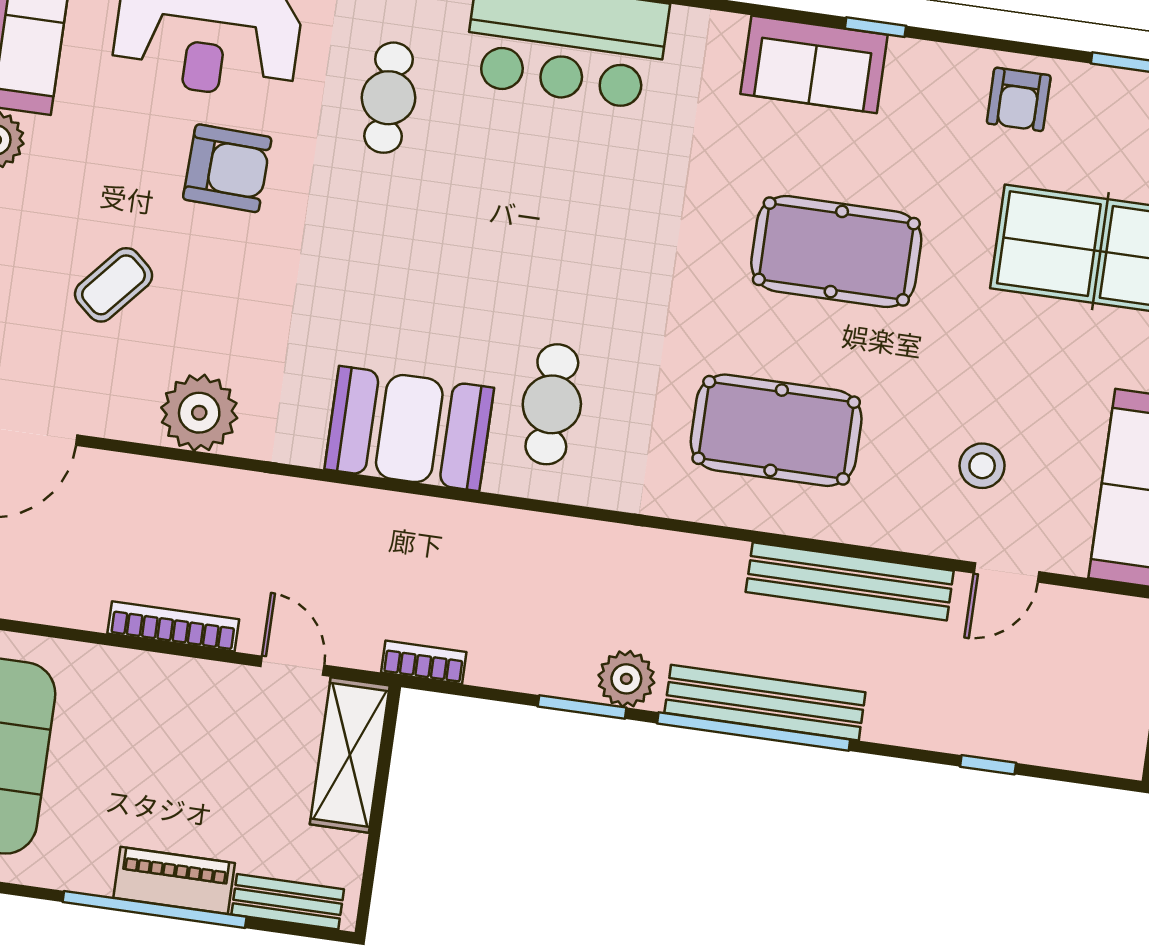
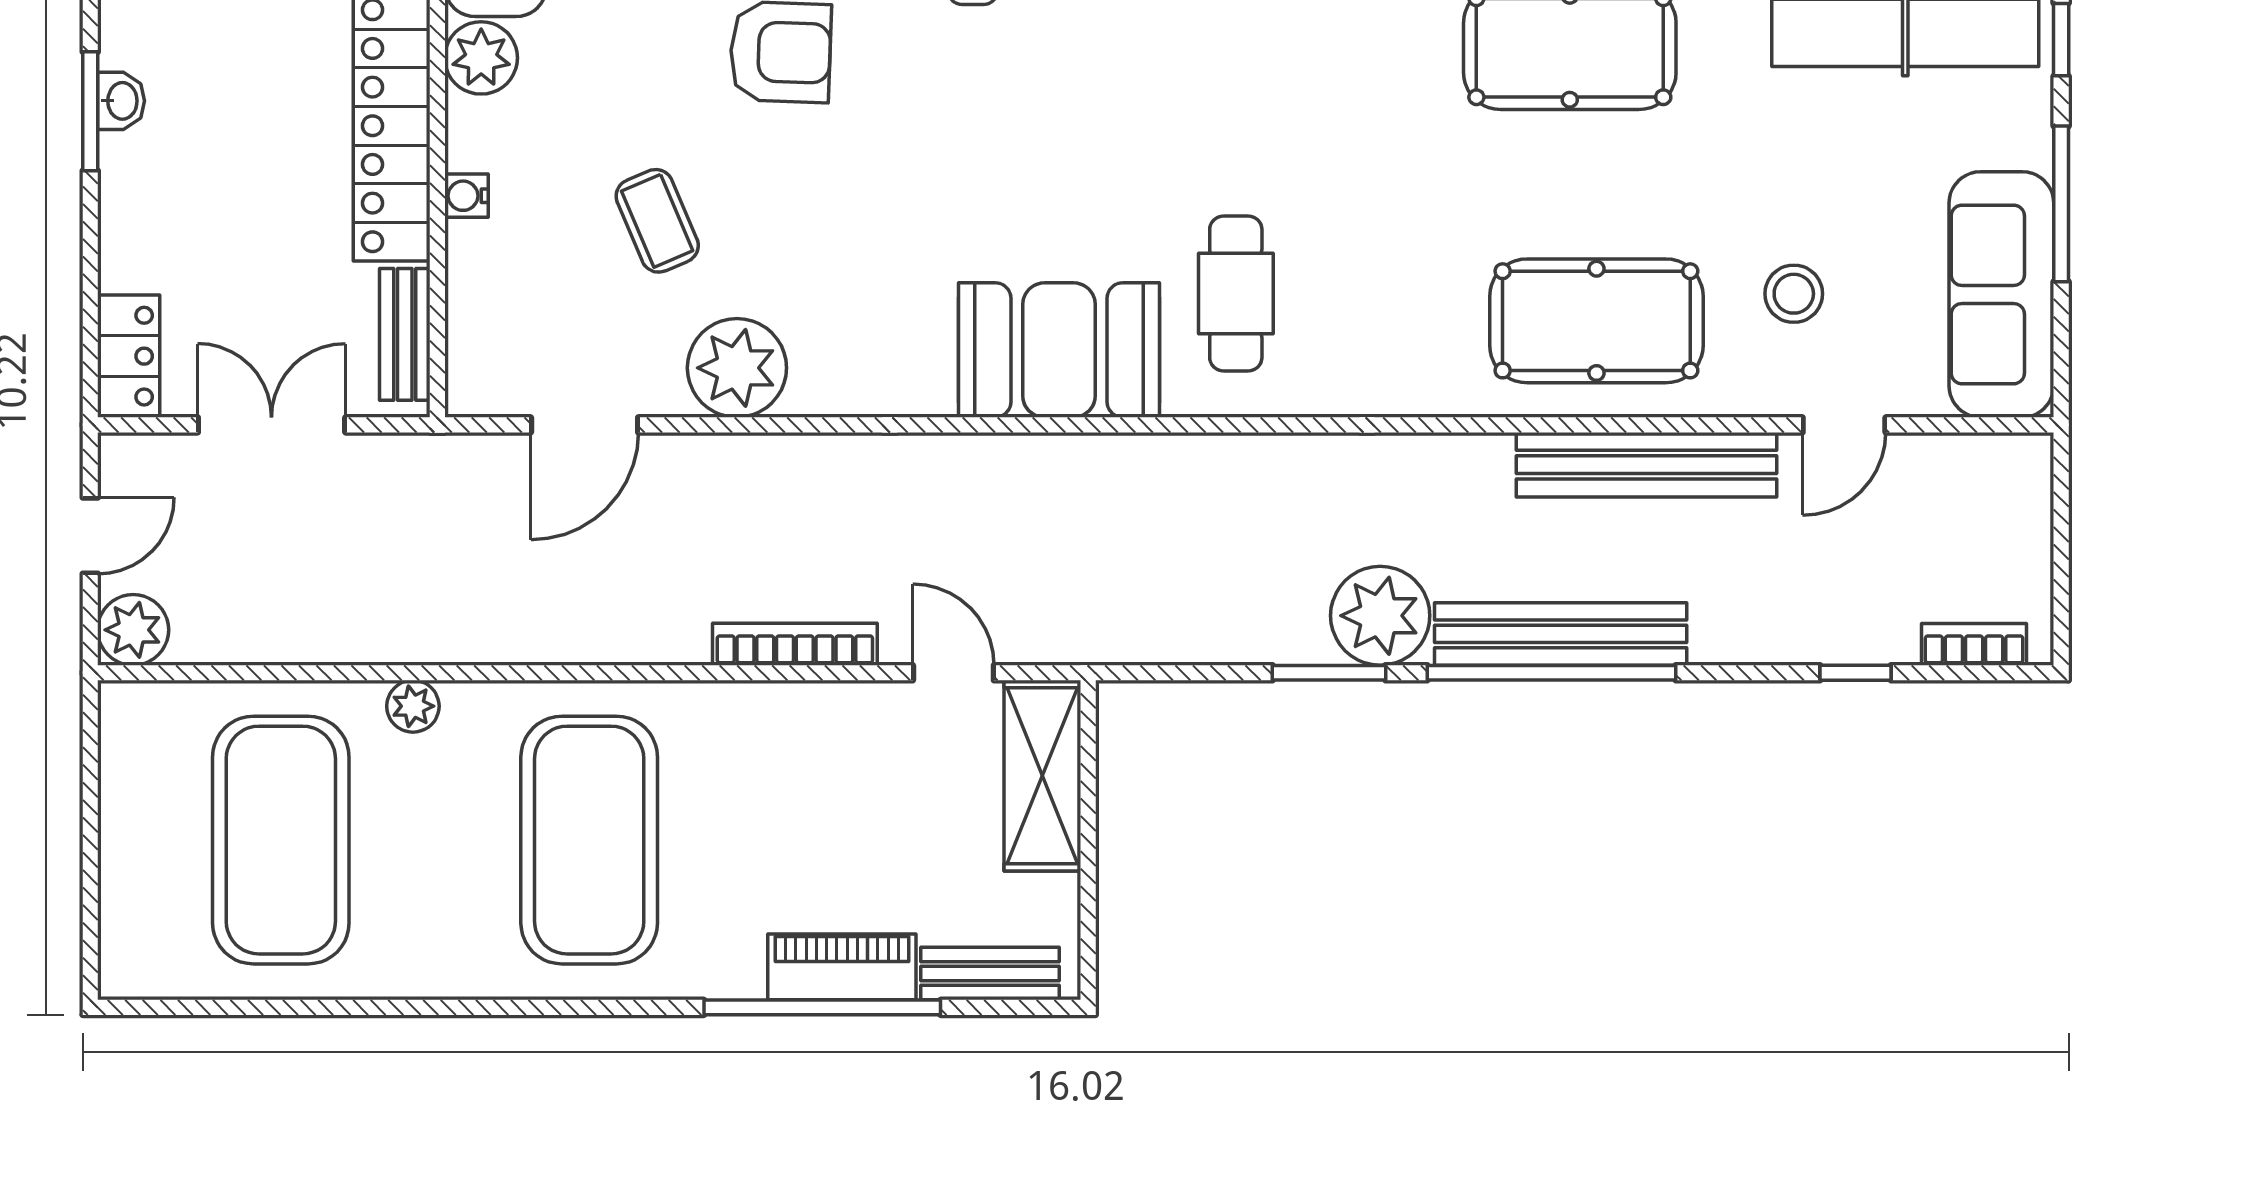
coffee table: (114, 285) -> (657, 221), turned -64
plant: (199, 413) -> (737, 368), moved
pool table: (776, 430) -> (1596, 321), moved
bookcase: (424, 662) -> (1974, 644), moved
plant: (626, 679) -> (1380, 616), width x1.36, depth x1.36

